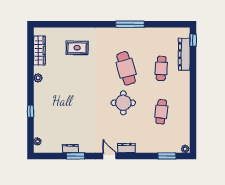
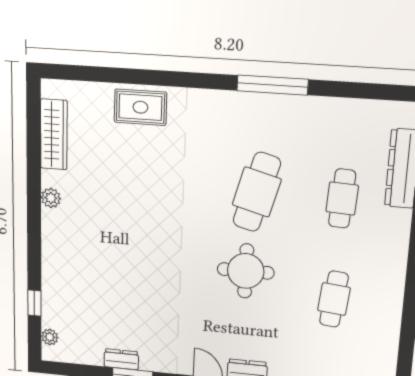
rug: (77, 48) -> (140, 107), moved
cafe table: (126, 68) -> (257, 192), turned 30
window: (30, 111) -> (34, 303), moved

